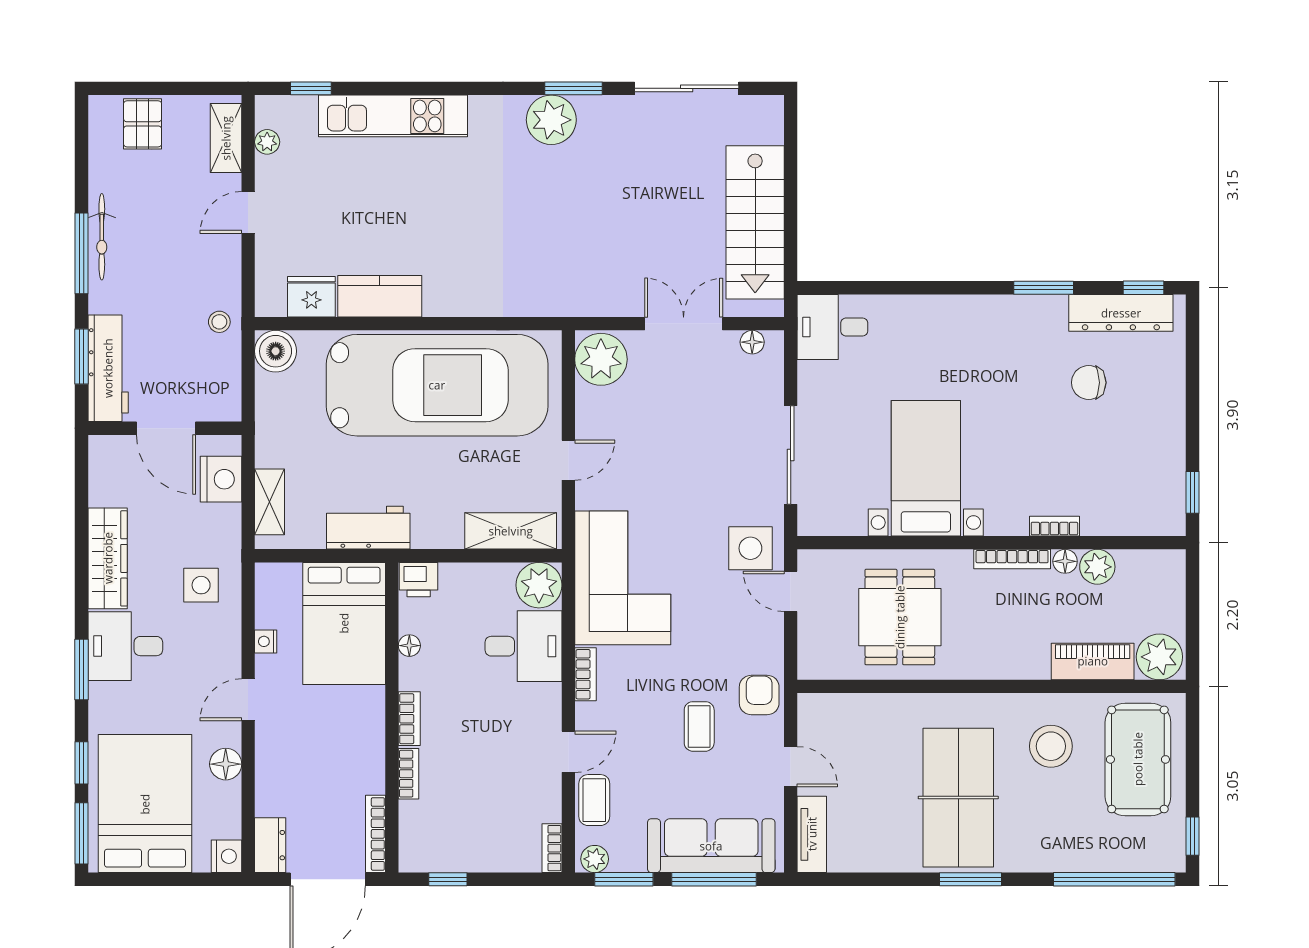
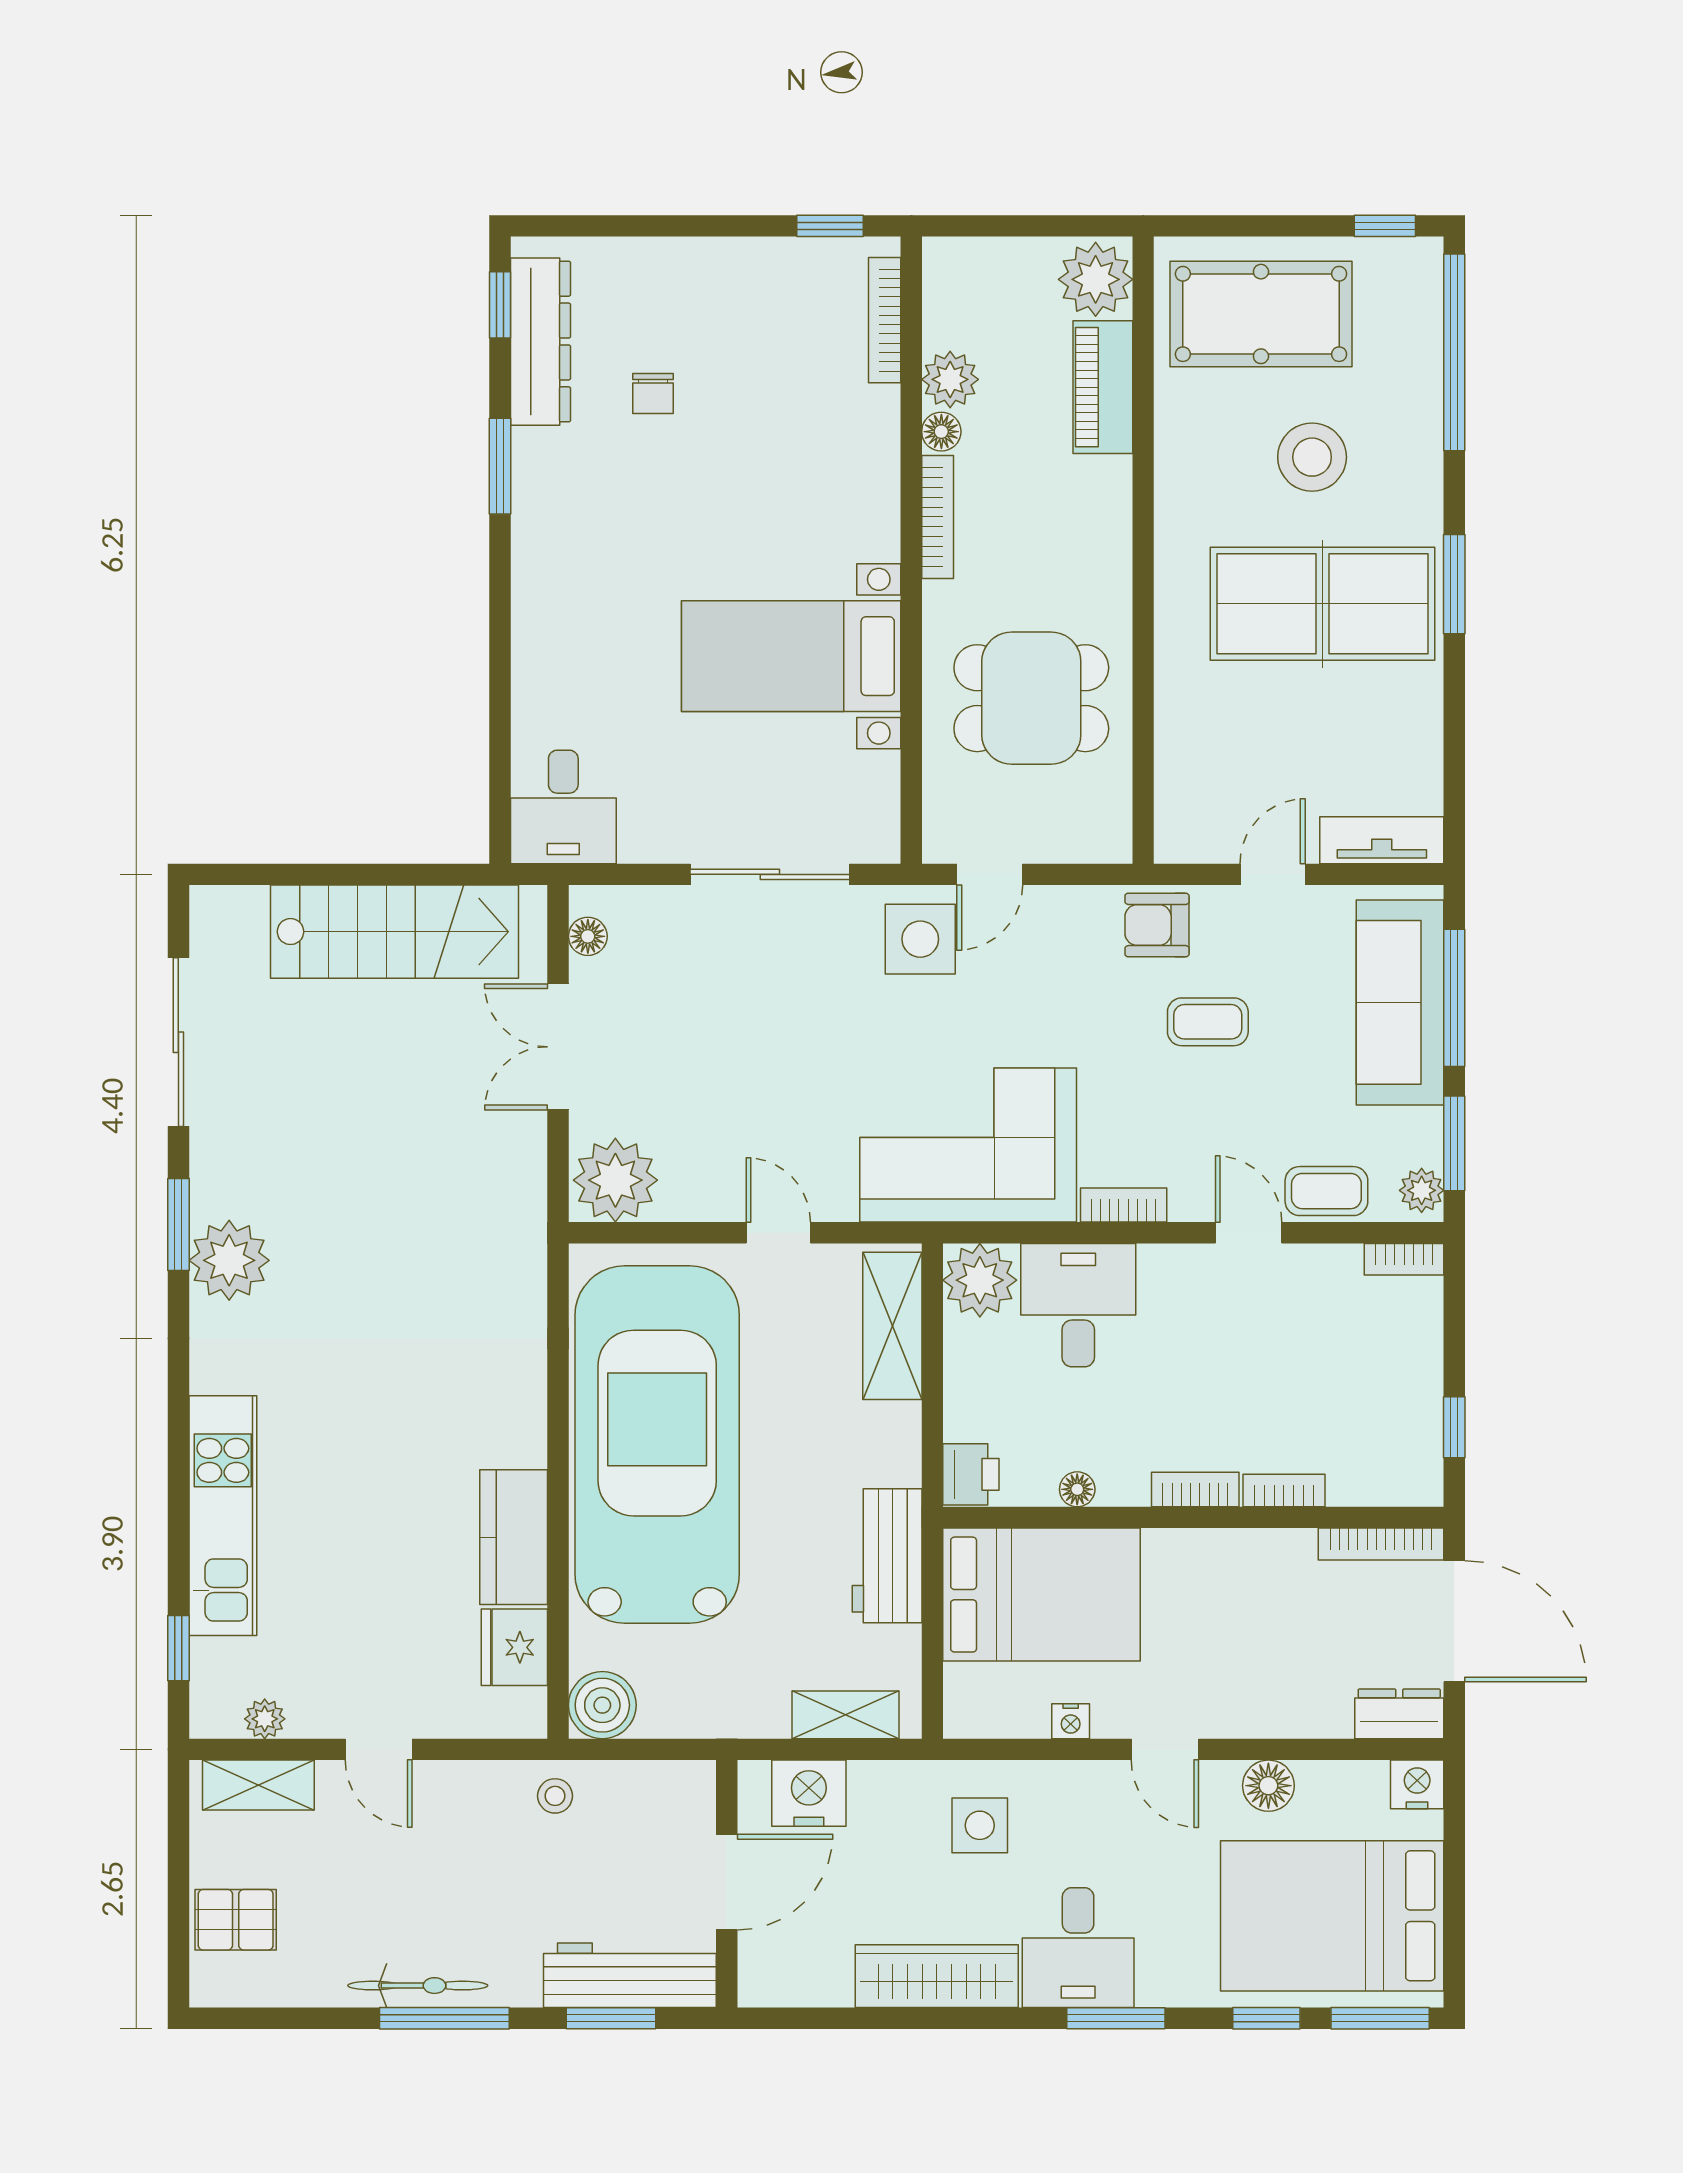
chair: (1089, 383) -> (653, 393), width x0.73, depth x0.73
bookcase: (1054, 526) -> (885, 320), moved, width x1.56
stool: (1051, 746) -> (1312, 457), moved

